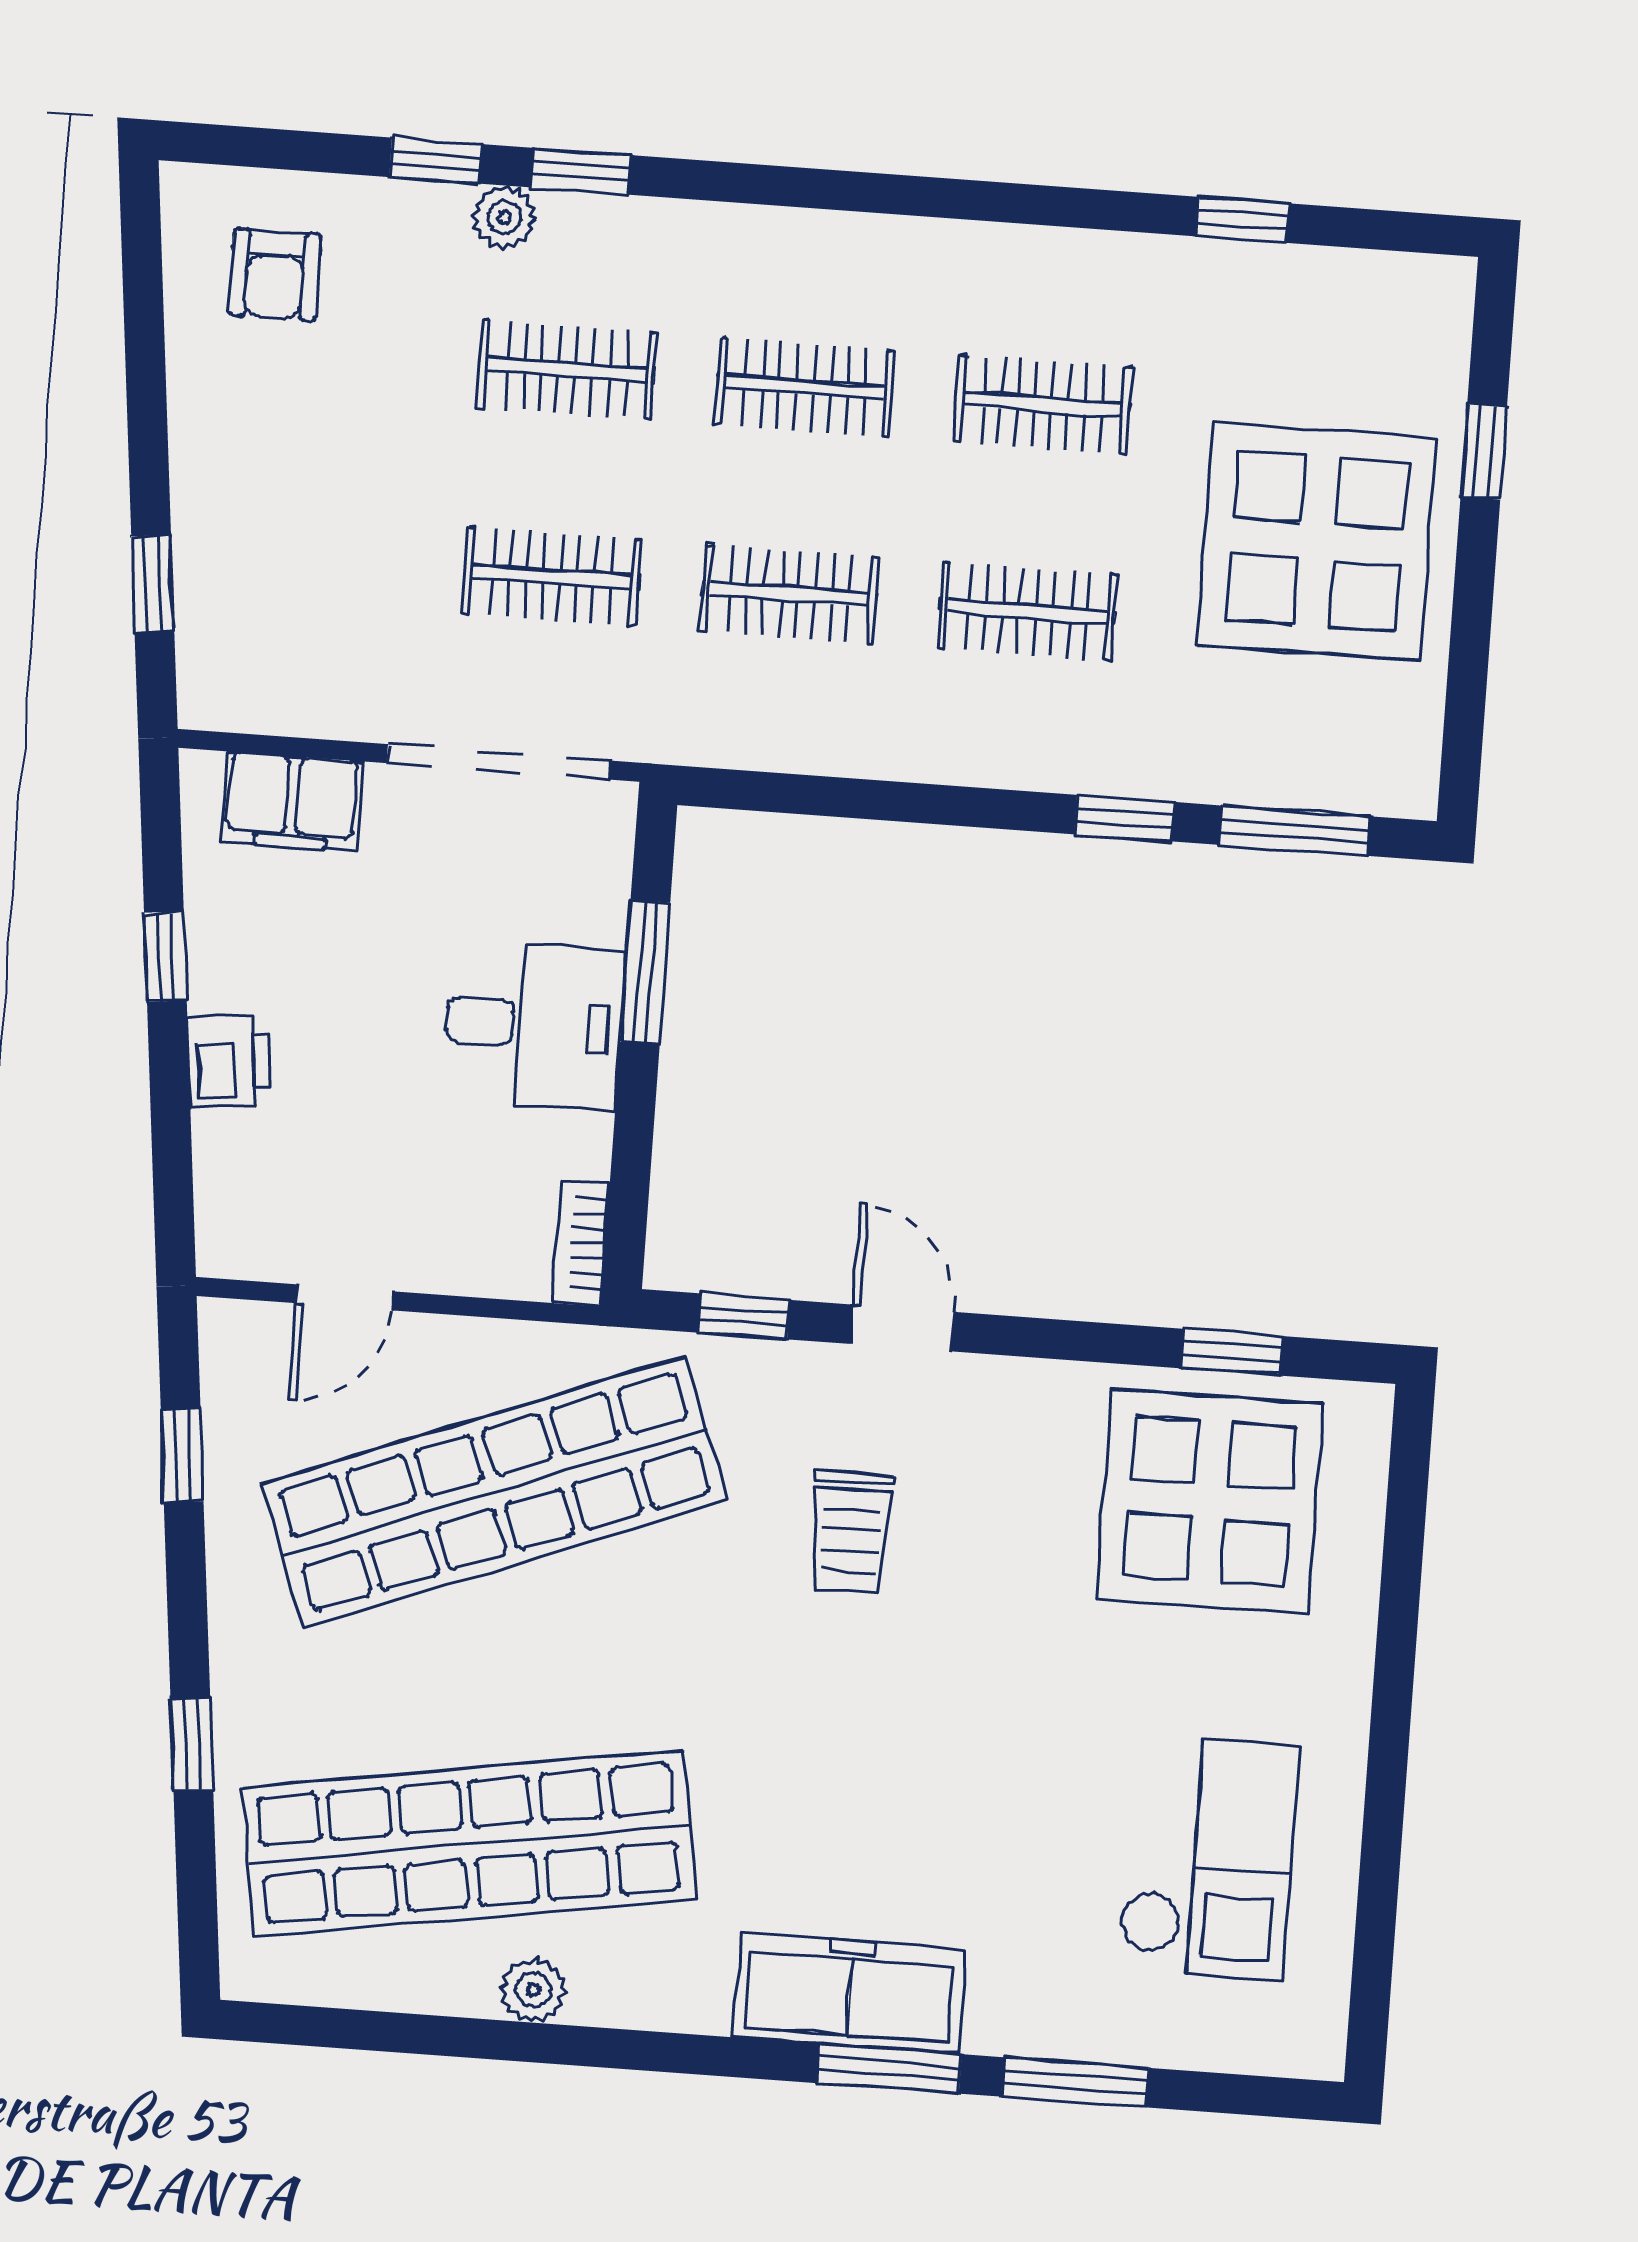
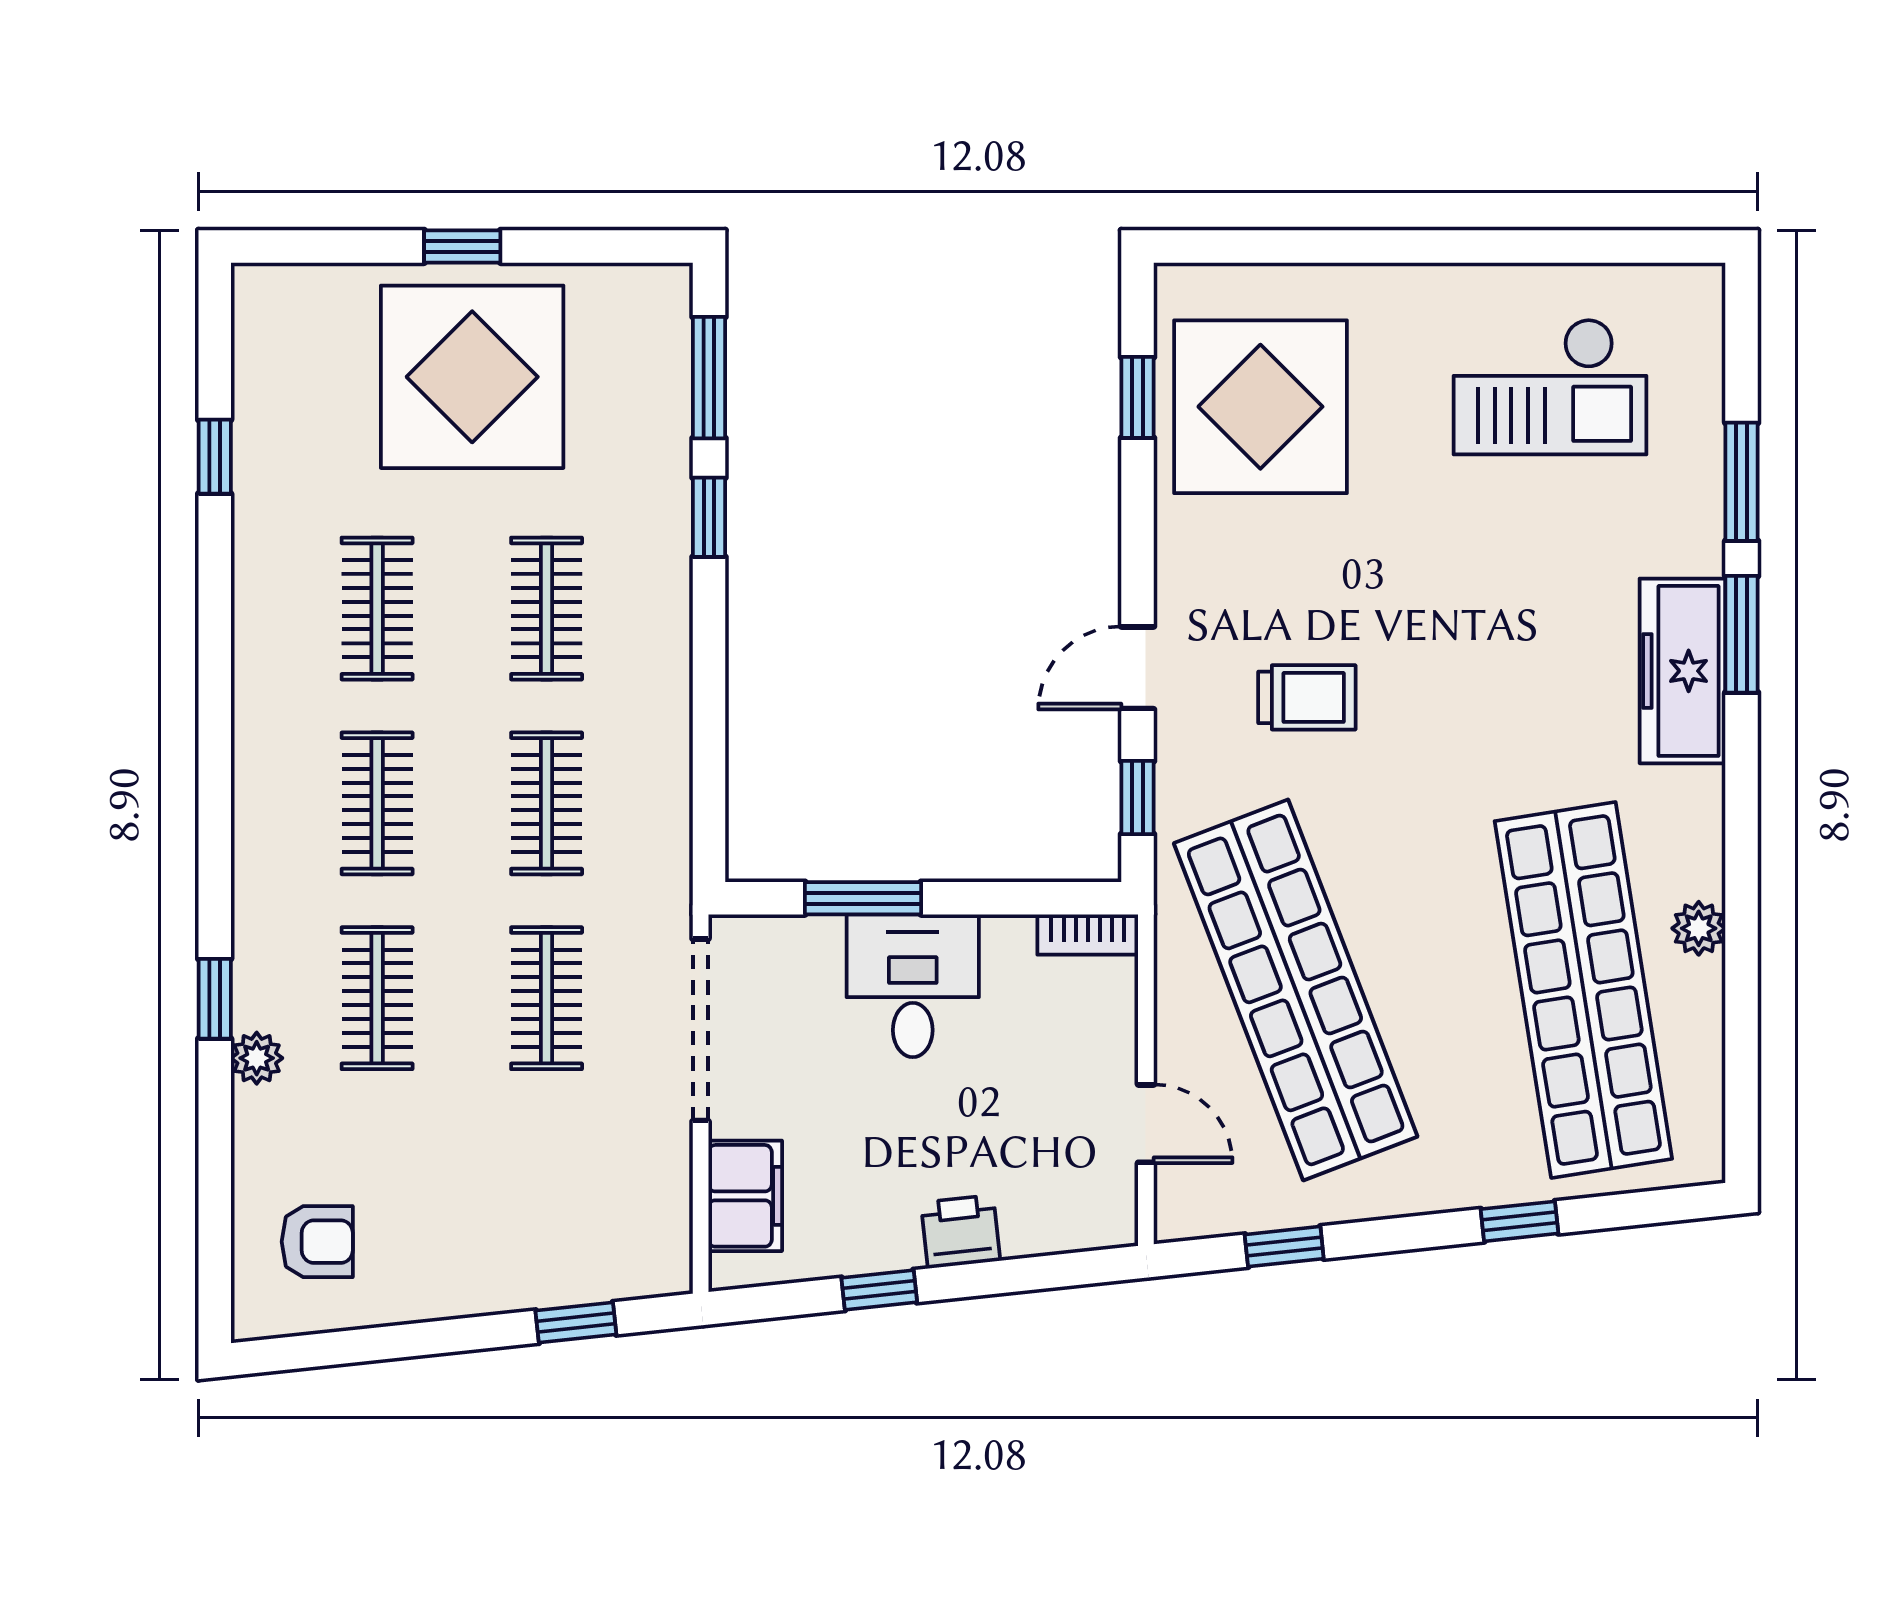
window: (436, 161) -> (215, 1117), removed
window: (1484, 452) -> (462, 246), moved
checkout: (1208, 1857) -> (1550, 387), turned 180

